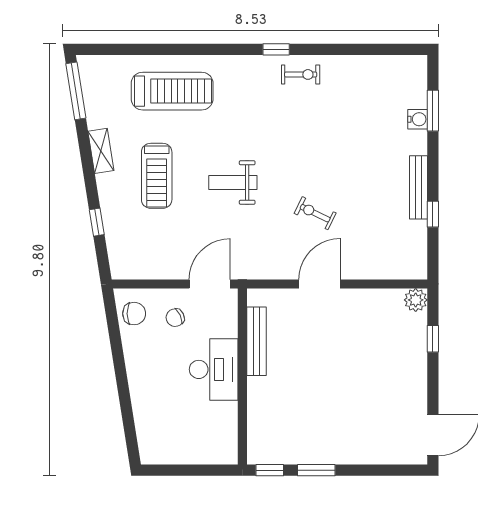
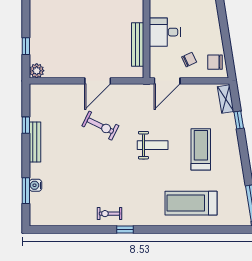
shelving: (101, 151) -> (226, 99), moved
exercise bike: (315, 213) -> (100, 126), width x1.38, depth x1.39
desk: (214, 369) -> (165, 32), width x0.73

